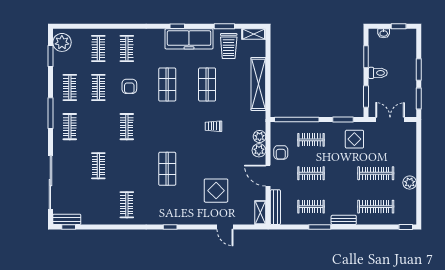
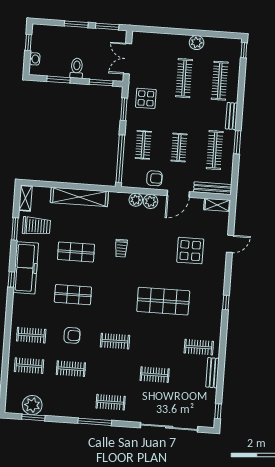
plant: (62, 42) -> (32, 405), moved
clothes rail: (70, 88) -> (69, 399), removed
shop shelf: (167, 169) -> (163, 301), width x1.43, depth x1.36
clothes rail: (311, 207) -> (215, 150), width x1.36
bench: (67, 219) -> (213, 373), moved

